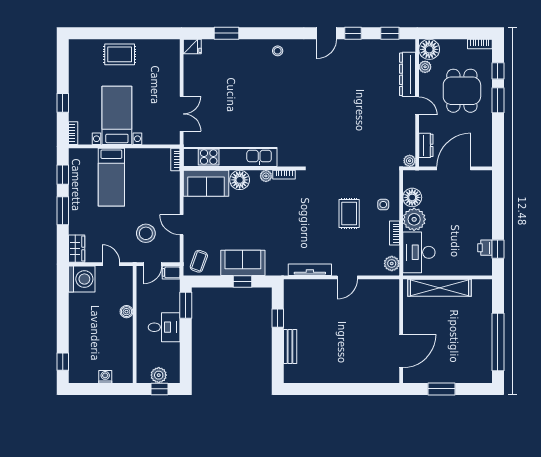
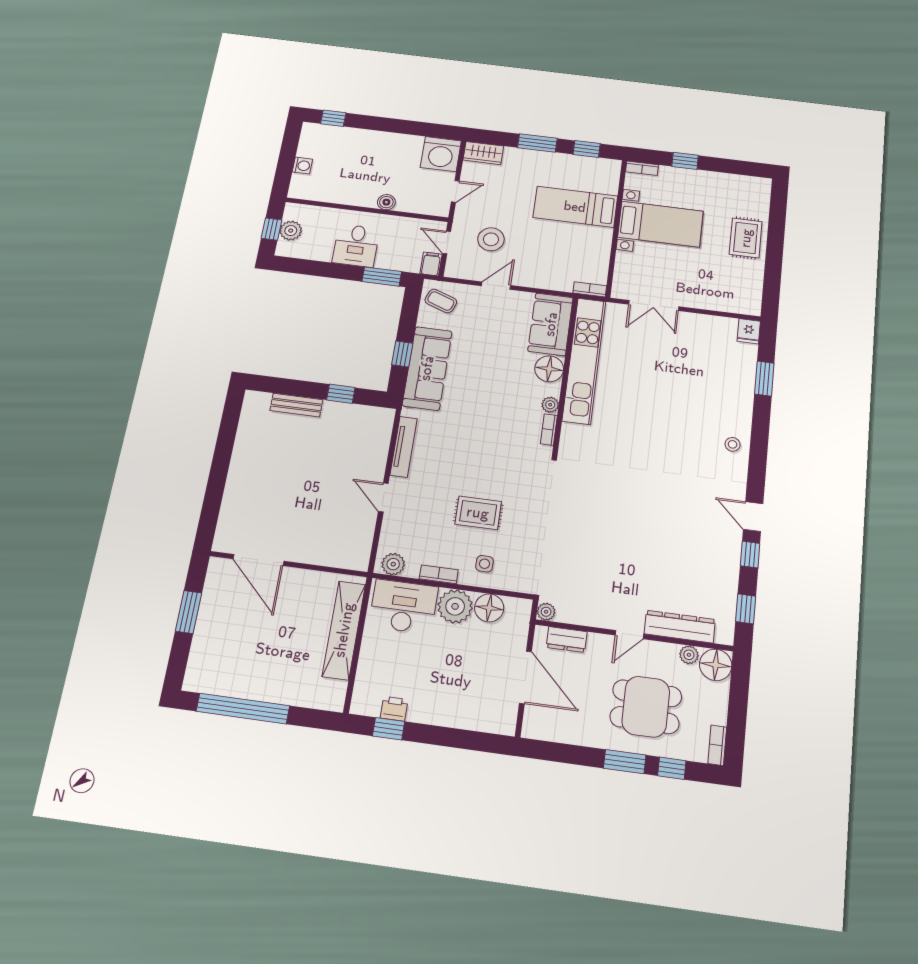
sofa: (243, 263) -> (427, 368), width x1.36

